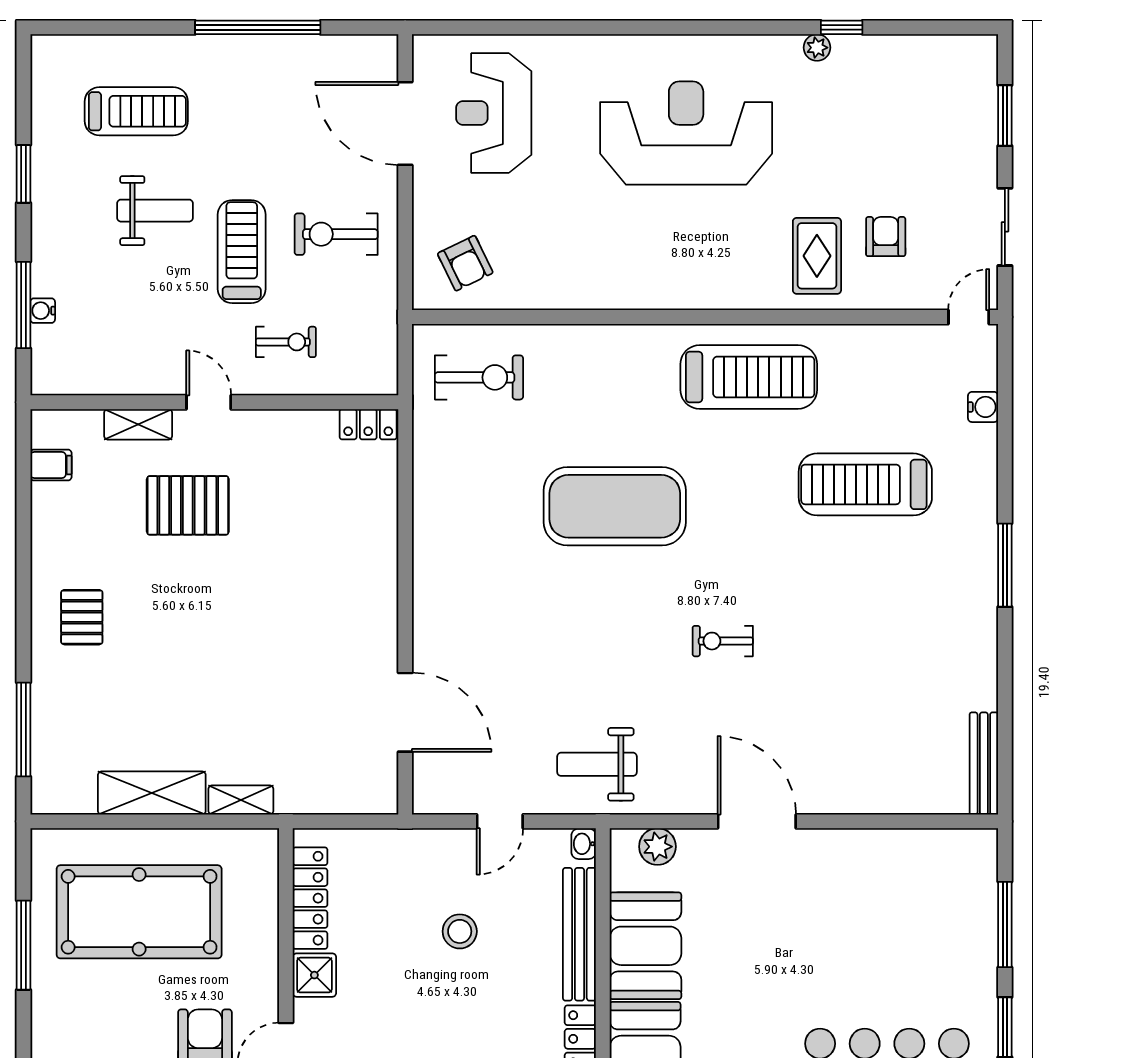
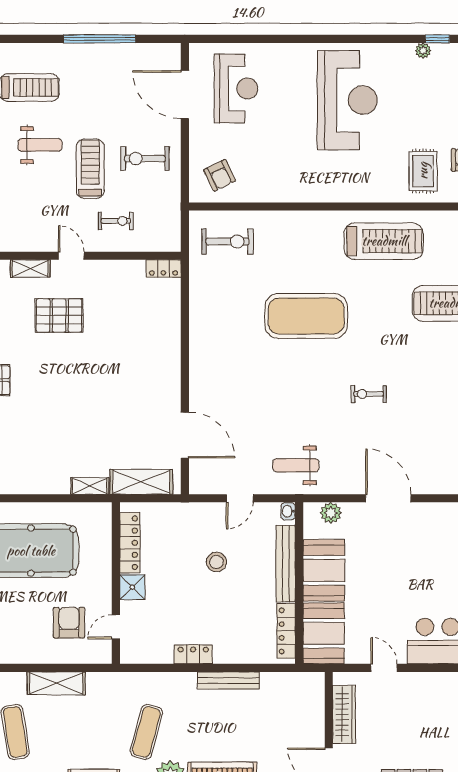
reception desk: (494, 113) -> (236, 88), turned 180
reception desk: (686, 133) -> (347, 100), turned 90
shelving: (152, 793) -> (141, 482), moved

